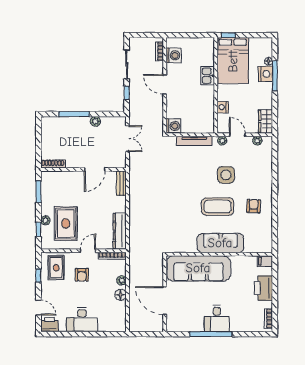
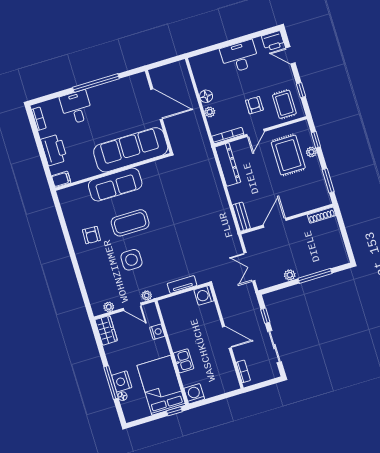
washing machine: (174, 55) -> (194, 394), moved, turned 90
tv unit: (194, 141) -> (182, 284), width x0.71
desk: (217, 319) -> (76, 107), moved

